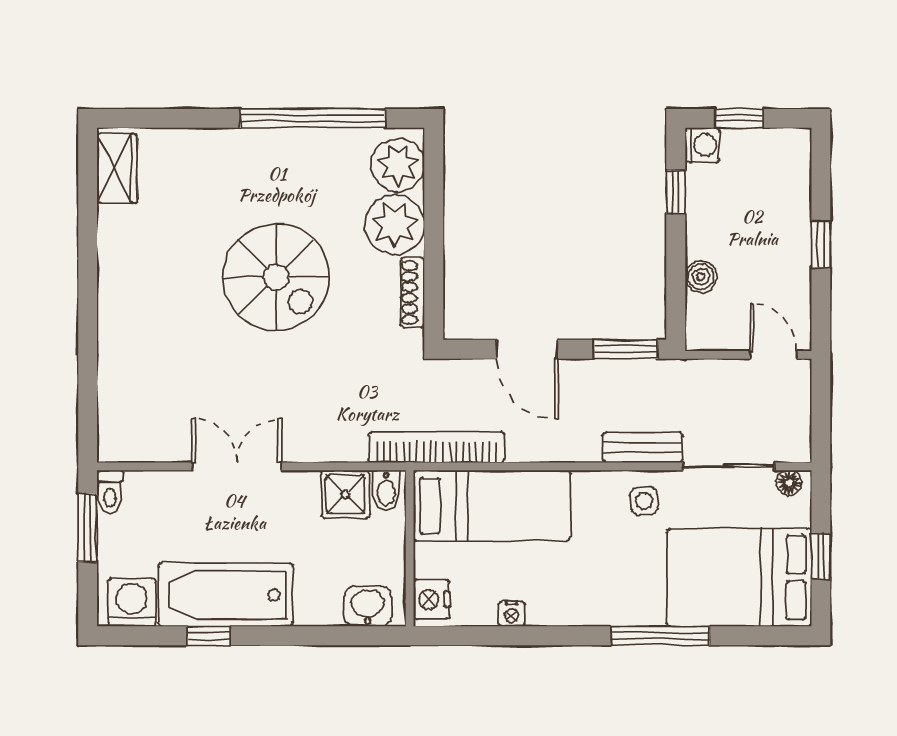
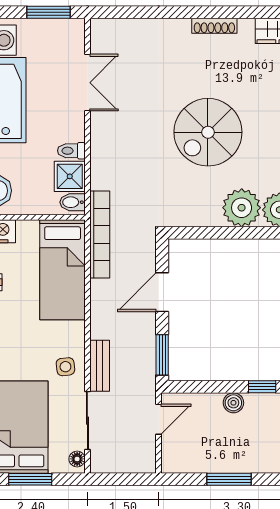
window: (821, 244) -> (229, 479), width x1.50
boiler: (701, 277) -> (233, 403), moved
shoe rack: (412, 293) -> (214, 26), moved, turned 180
door: (773, 355) -> (159, 419), moved
double door: (237, 466) -> (87, 83), moved
toilet: (110, 492) -> (71, 151), moved
window: (821, 556) -> (30, 479), width x1.50

